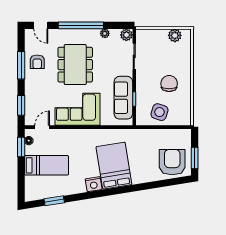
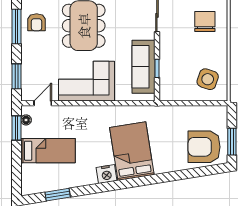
chair: (169, 84) -> (205, 21), moved
side table: (159, 112) -> (208, 79), moved
armchair: (172, 162) -> (204, 147), turned -90

